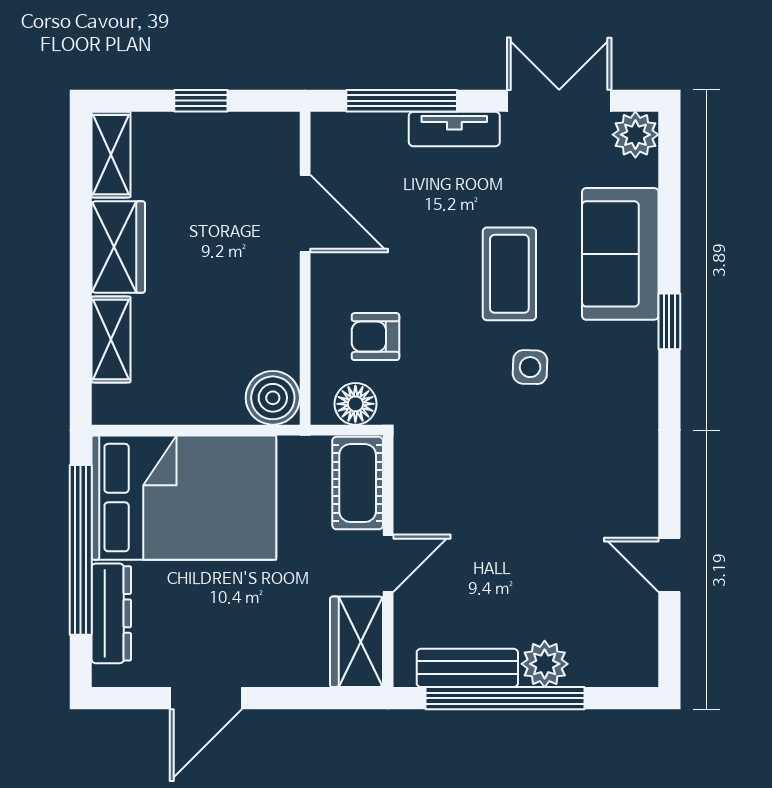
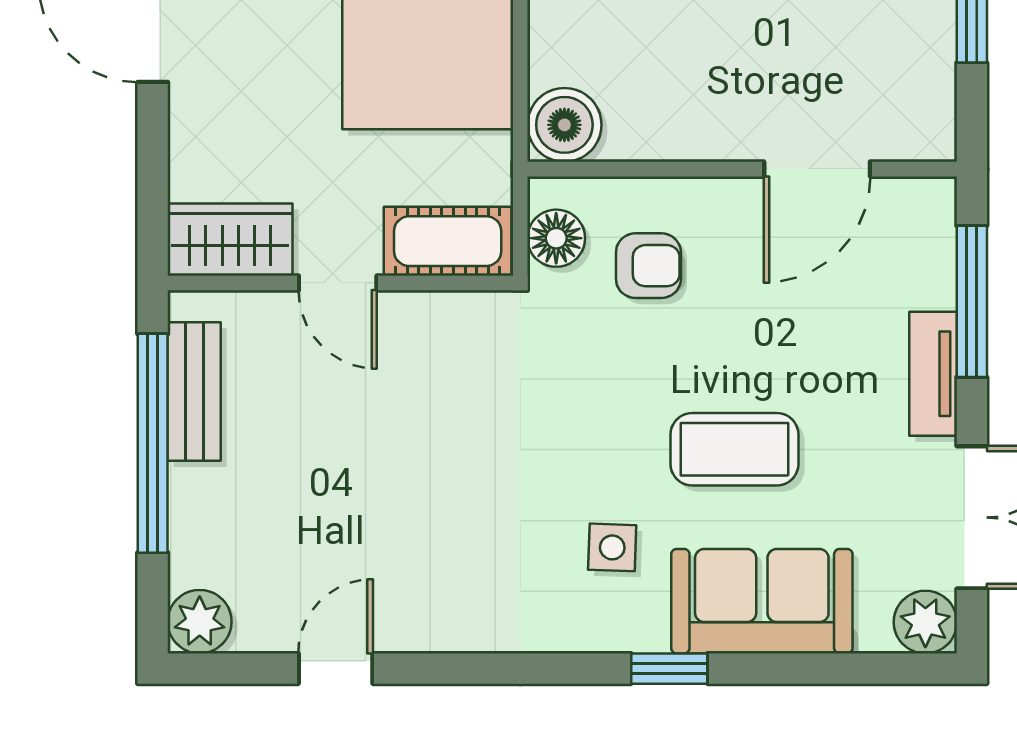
armchair: (375, 337) -> (648, 266), turned 90
side table: (530, 367) -> (612, 547), moved
plant: (545, 664) -> (200, 622), moved

